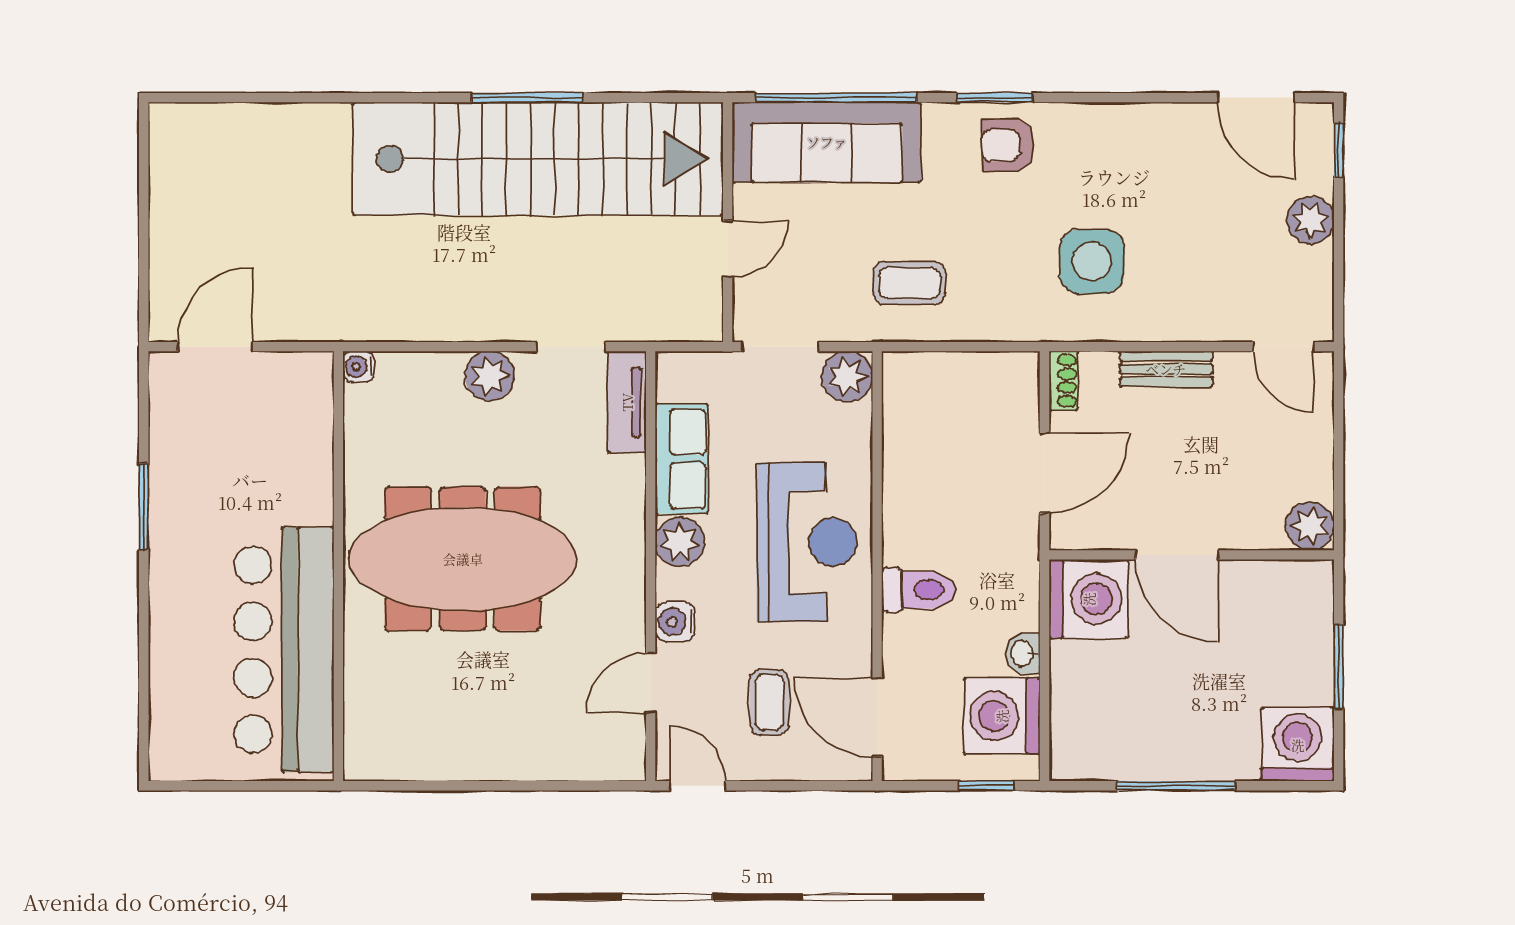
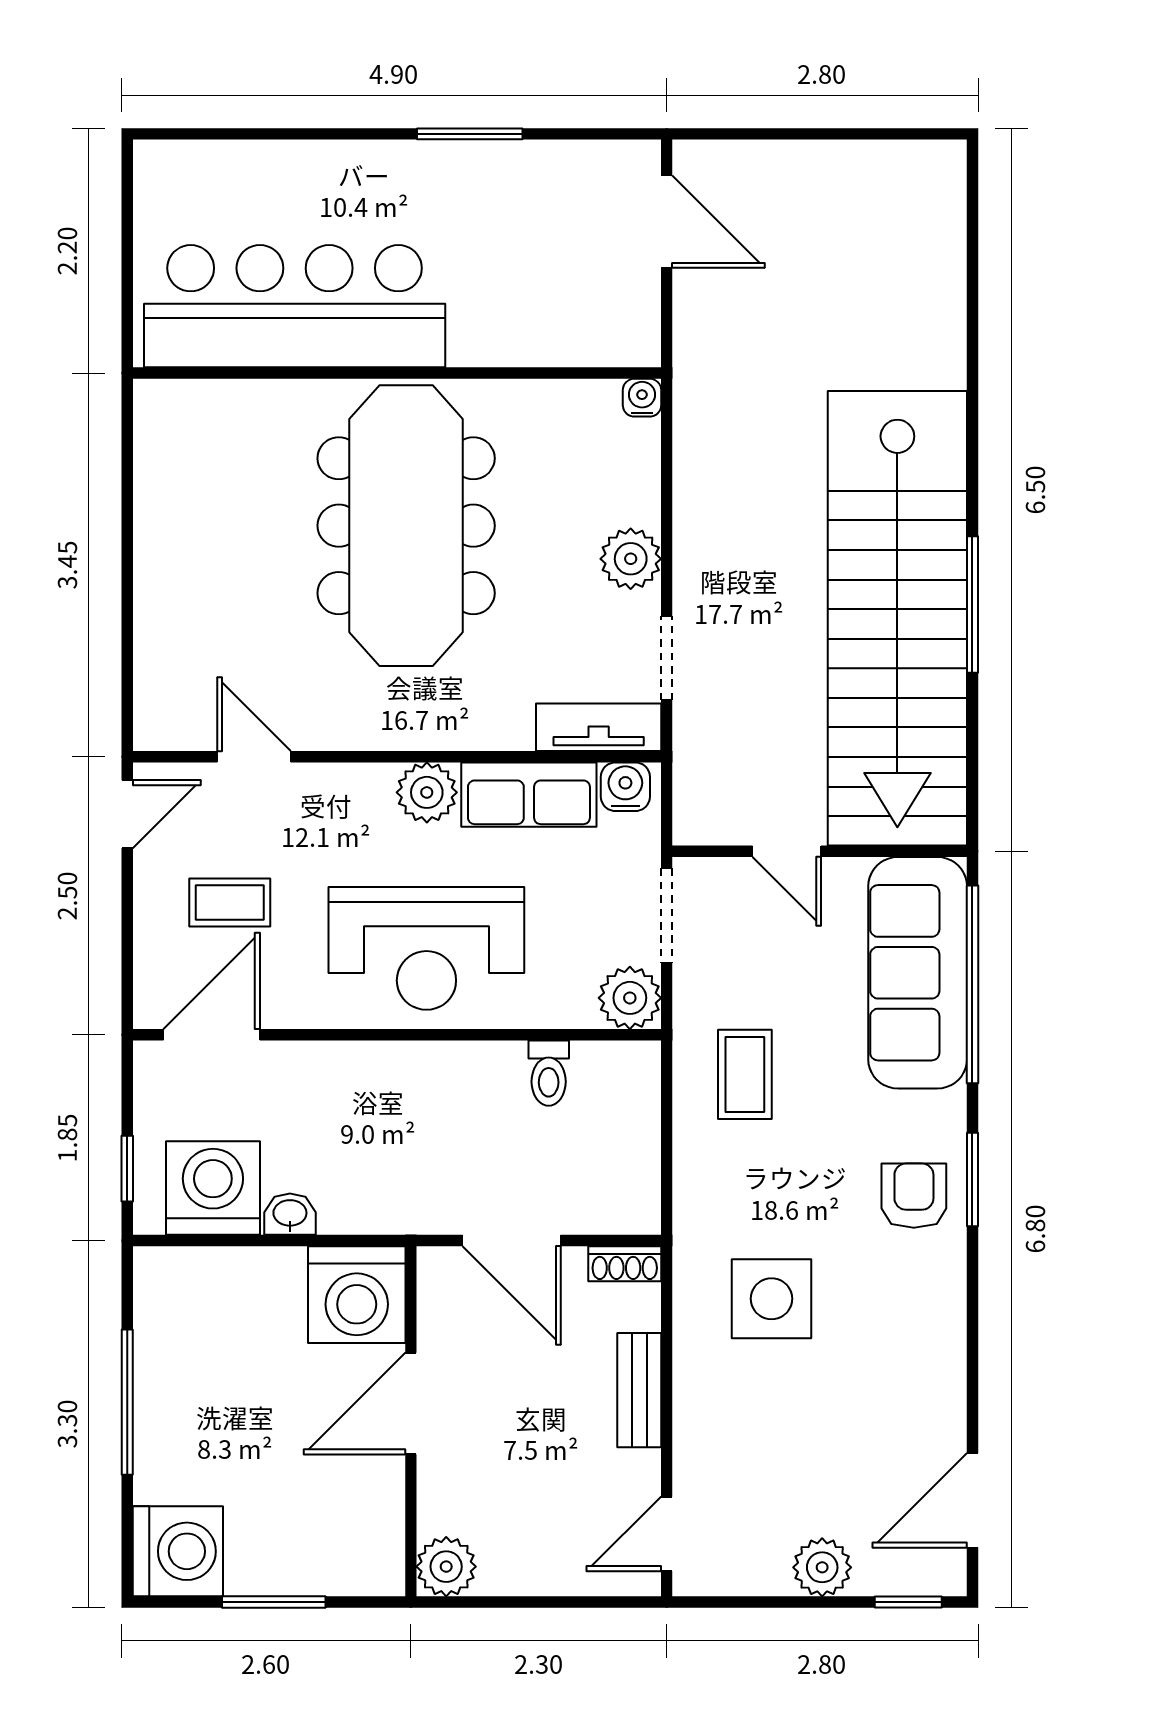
toilet: (919, 590) -> (549, 1073), moved, width x0.73, depth x0.72
water cooler: (675, 622) -> (625, 787), moved

